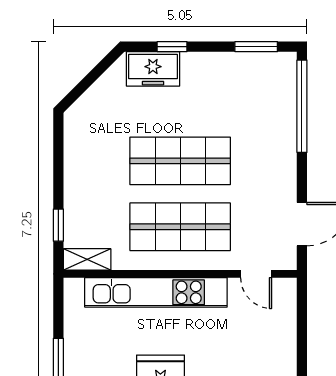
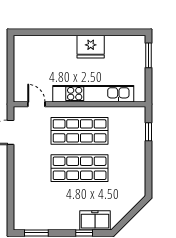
window: (302, 106) -> (10, 199), removed
shelving: (87, 259) -> (132, 112), removed

